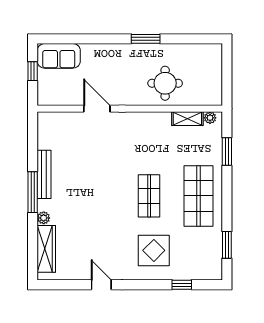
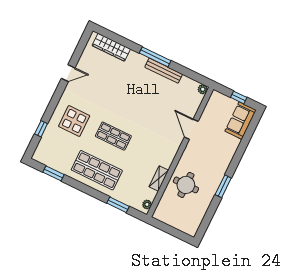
door: (97, 109) -> (191, 129), swing flipped
shelving: (187, 119) -> (159, 179), moved
plant: (44, 218) -> (203, 89), moved

